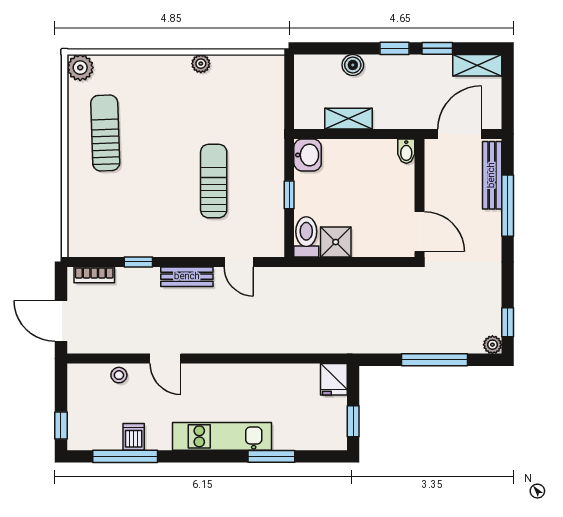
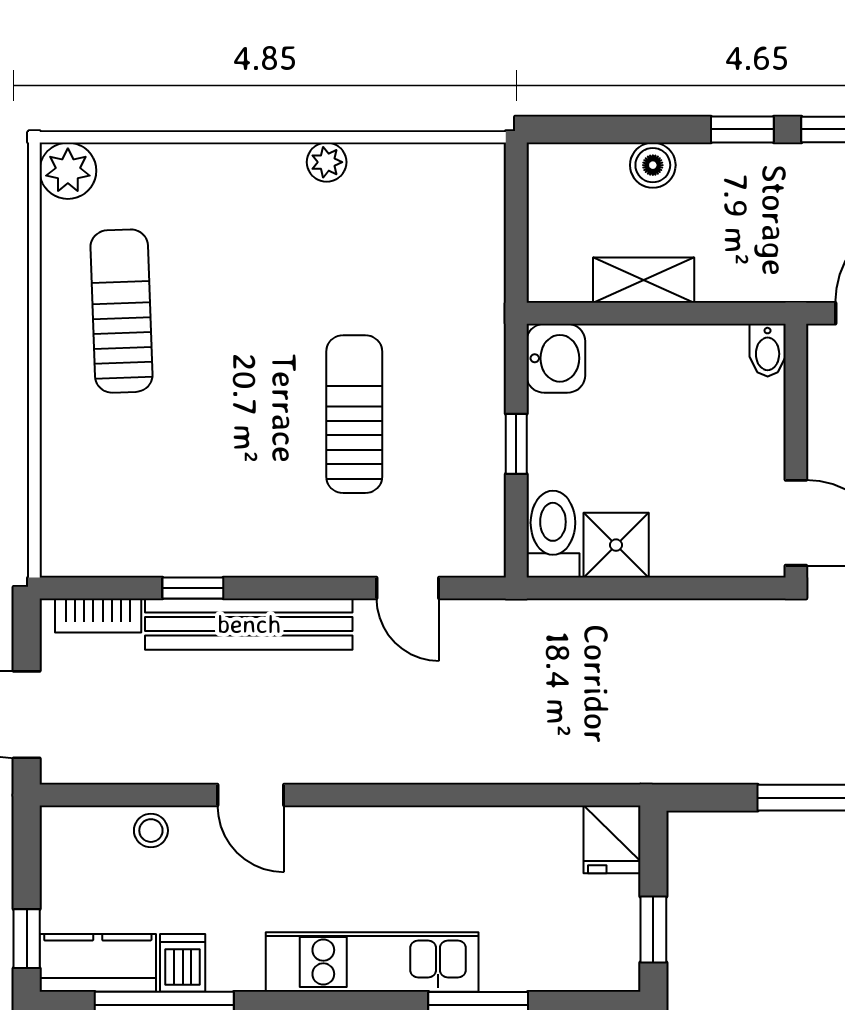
bench: (187, 277) -> (249, 624), width x1.86, depth x1.21
kitchen counter: (94, 437) -> (98, 963), added

